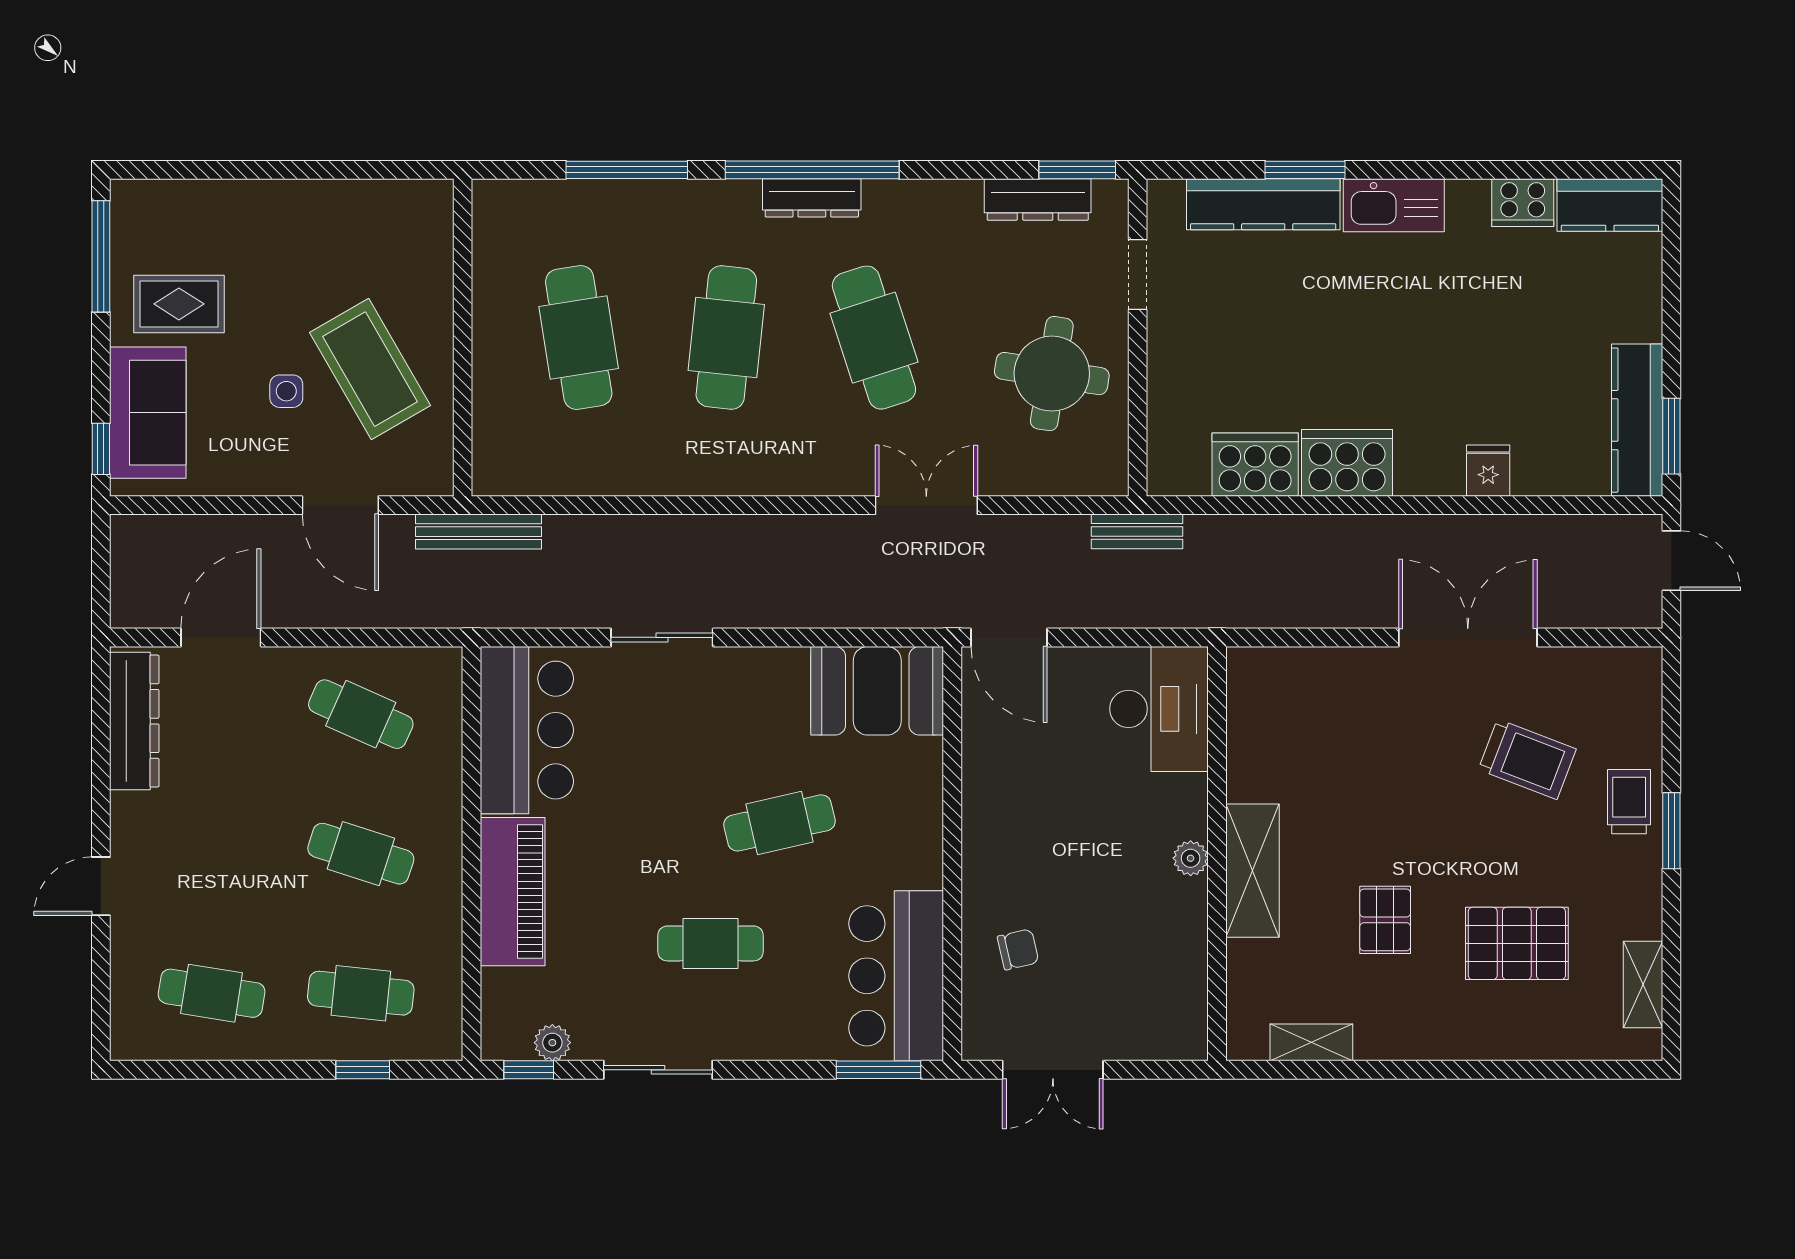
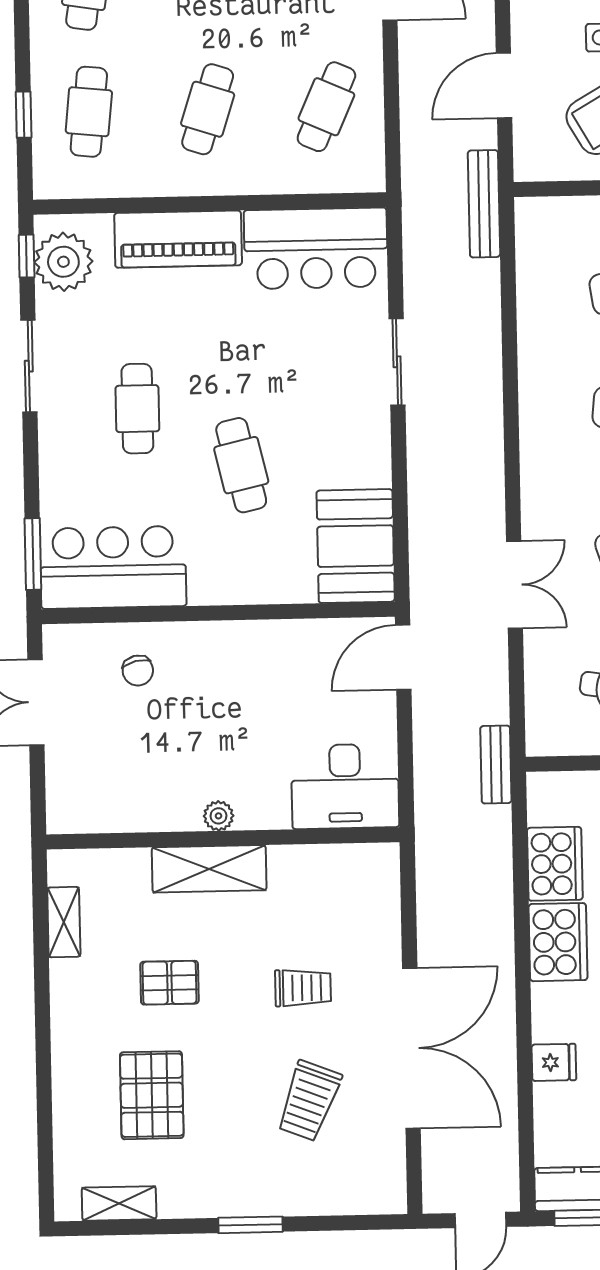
double door: (1468, 637) -> (411, 1048), width x1.36
trolley: (1629, 802) -> (303, 988), moved
plant: (552, 1043) -> (63, 262), width x1.87, depth x1.87

